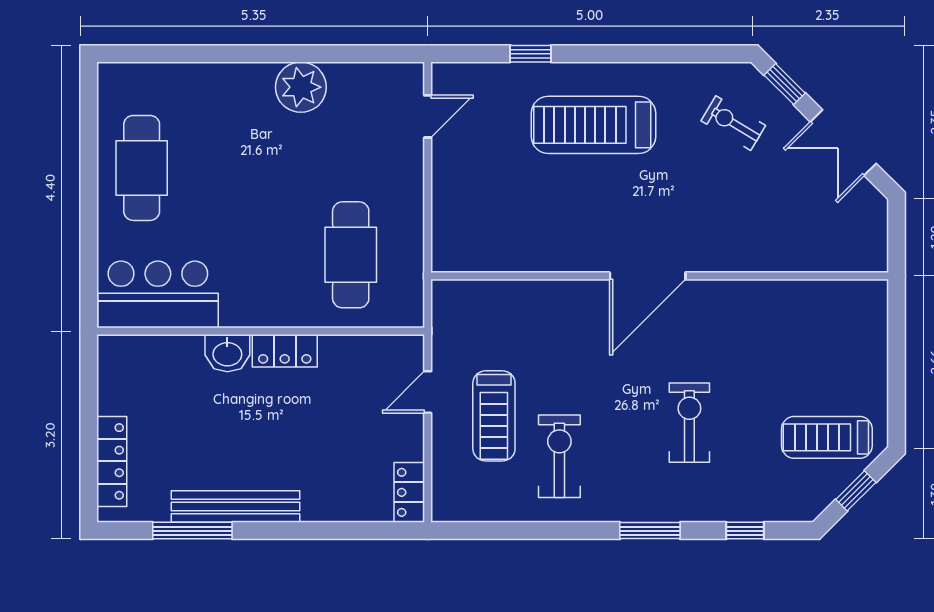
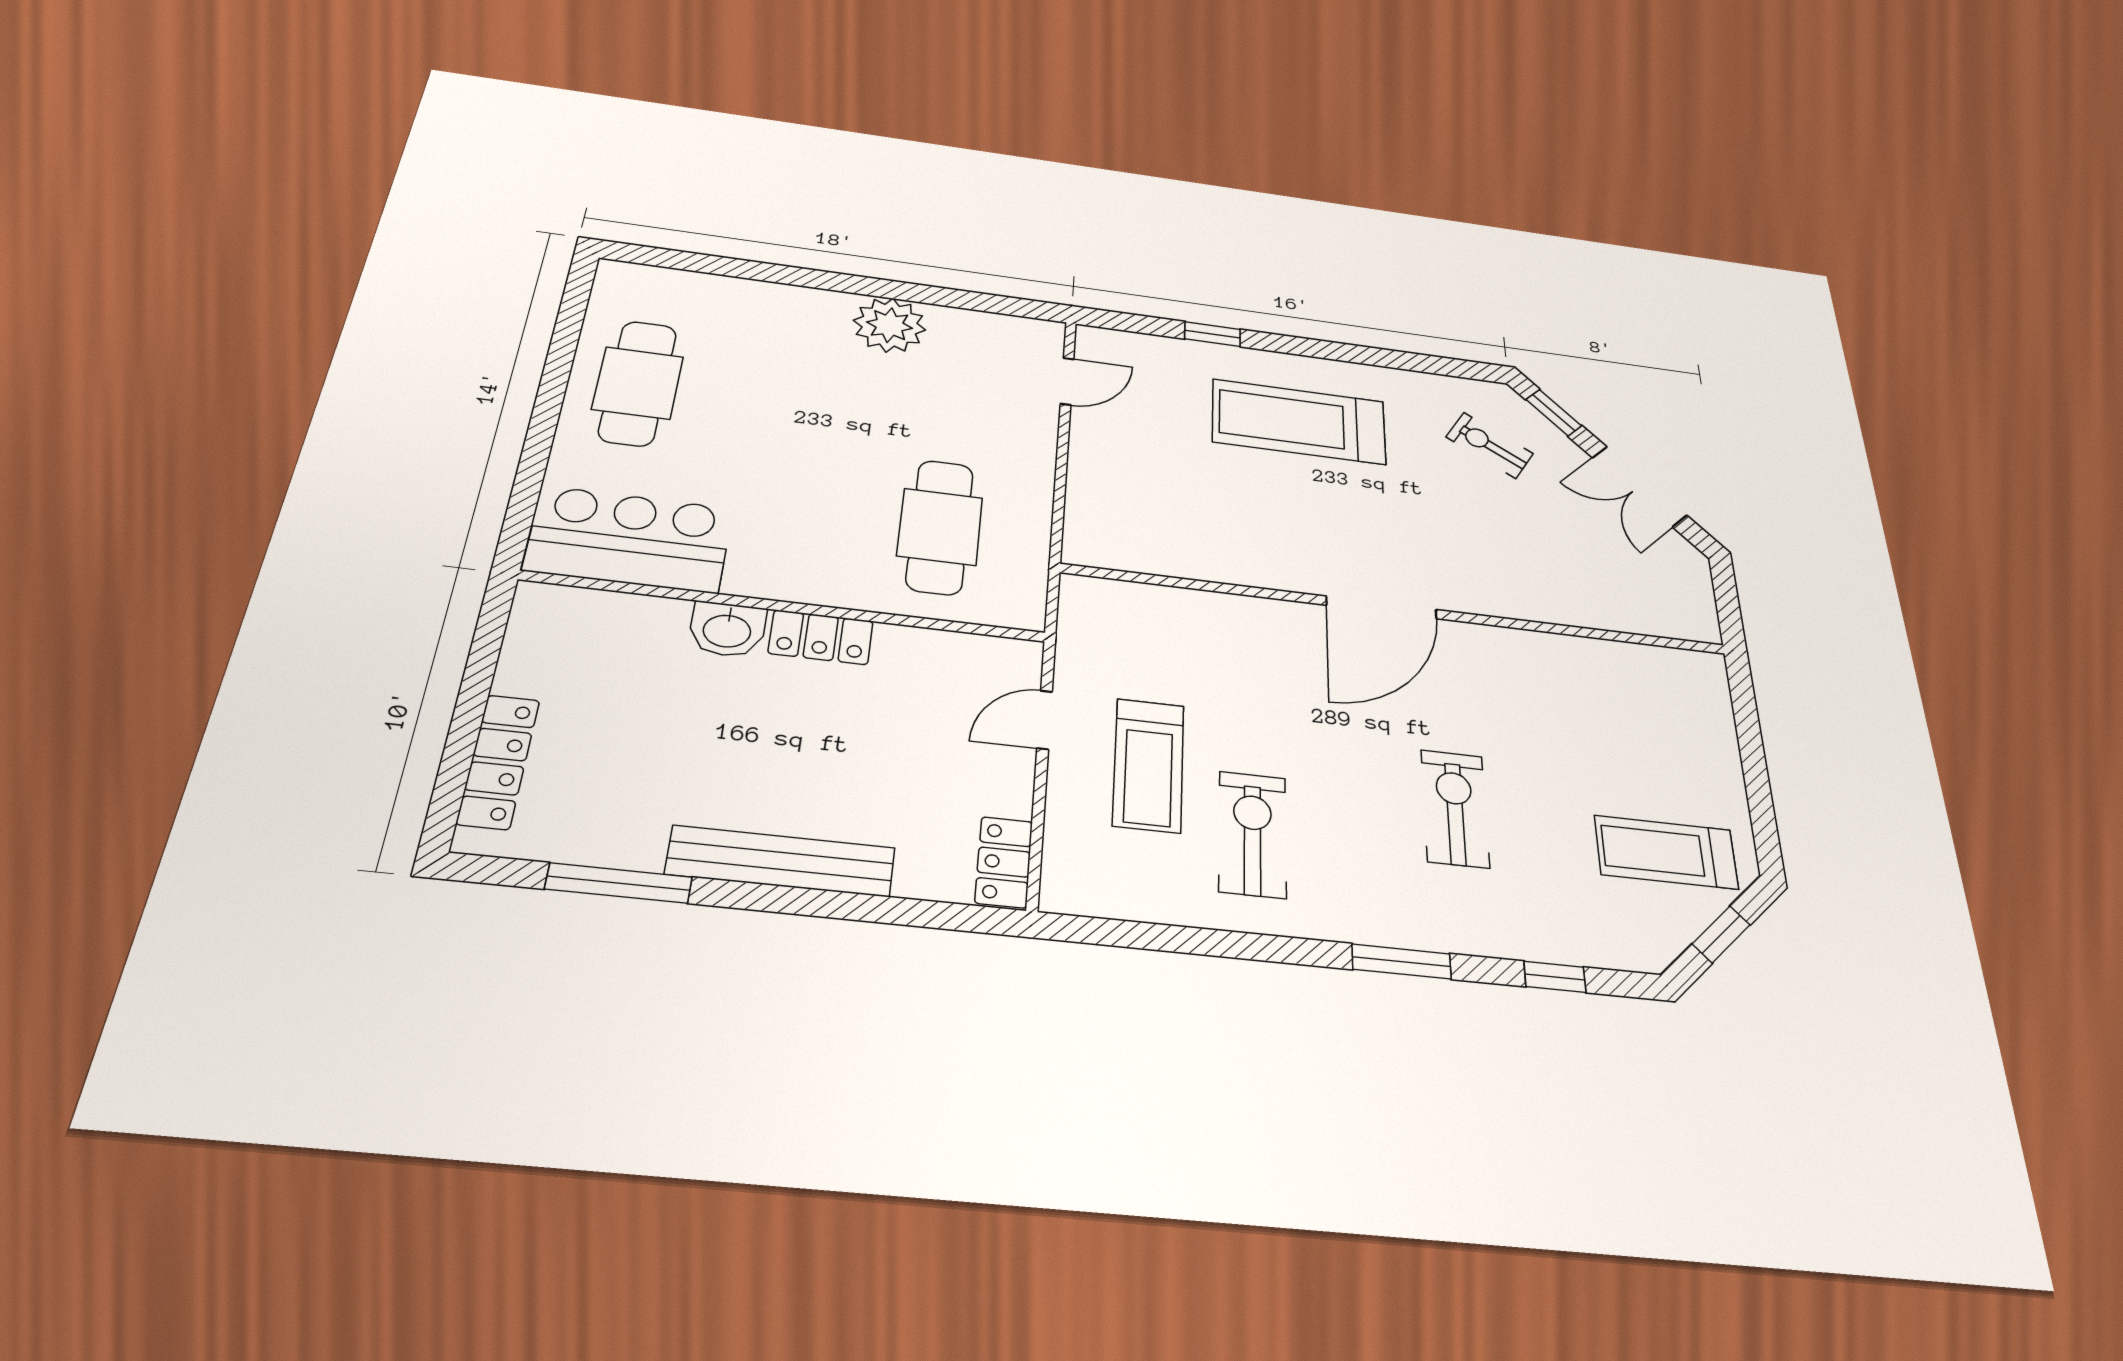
bench: (236, 506) -> (781, 861), moved

